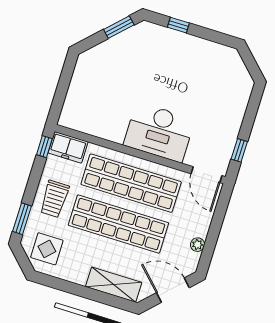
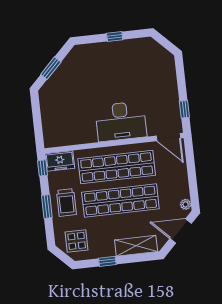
window: (178, 25) -> (115, 37), moved
window: (119, 27) -> (51, 68), moved
window: (22, 219) -> (47, 206), moved
plant: (197, 245) -> (186, 204), moved
window: (72, 288) -> (107, 261), added

